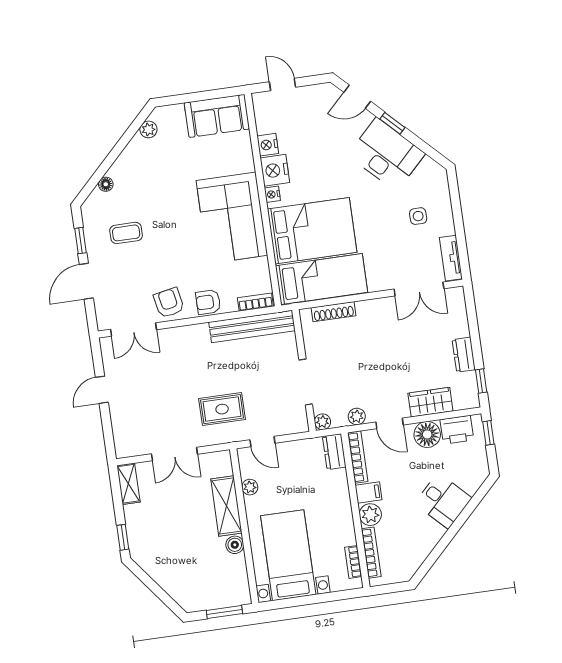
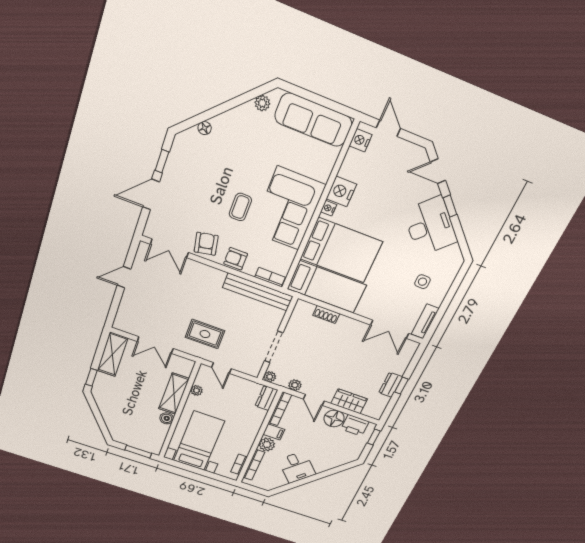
sofa: (217, 116) -> (313, 120), width x1.36
nightstand: (268, 145) -> (361, 140), moved
coffee table: (126, 233) -> (240, 207), moved, turned 90
shoe rack: (334, 312) -> (326, 314), width x0.70
window: (481, 381) -> (401, 386), moved
shelving: (128, 484) -> (112, 354), width x1.50, depth x1.33
desk: (443, 501) -> (297, 467), moved

